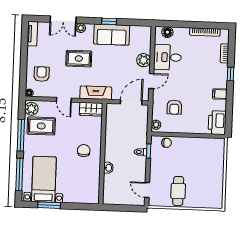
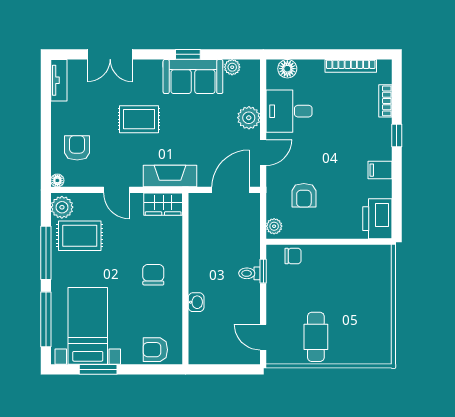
plant: (81, 28) -> (232, 67), moved
armchair: (83, 195) -> (155, 350), added

